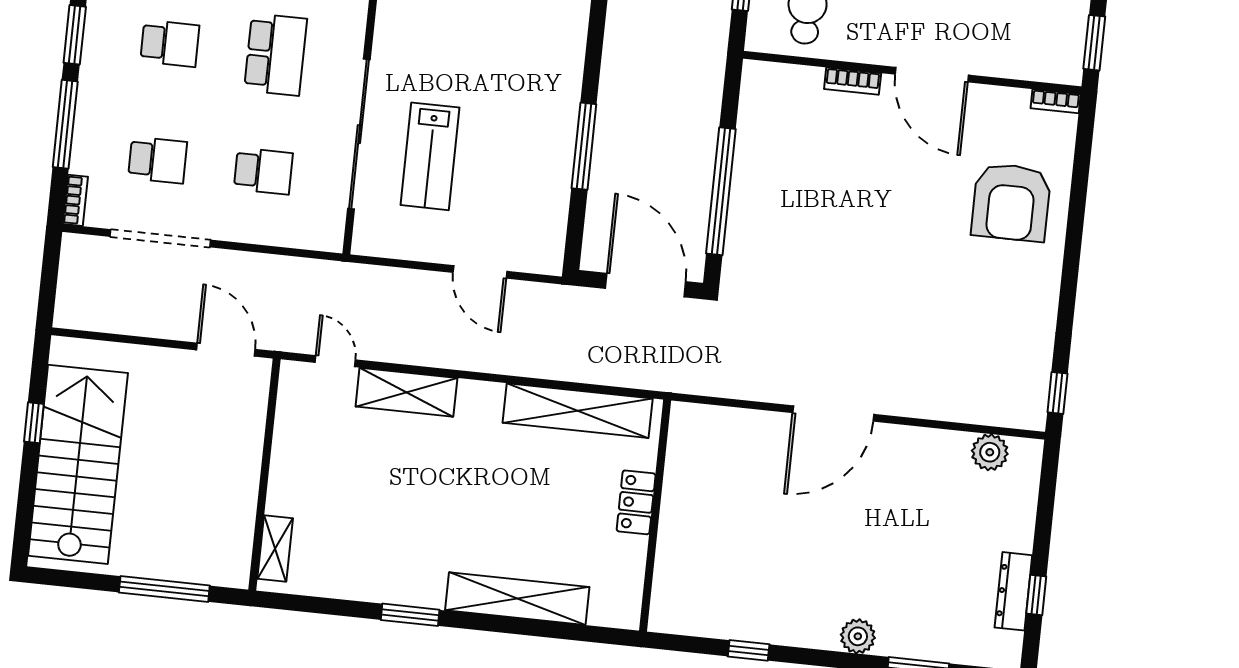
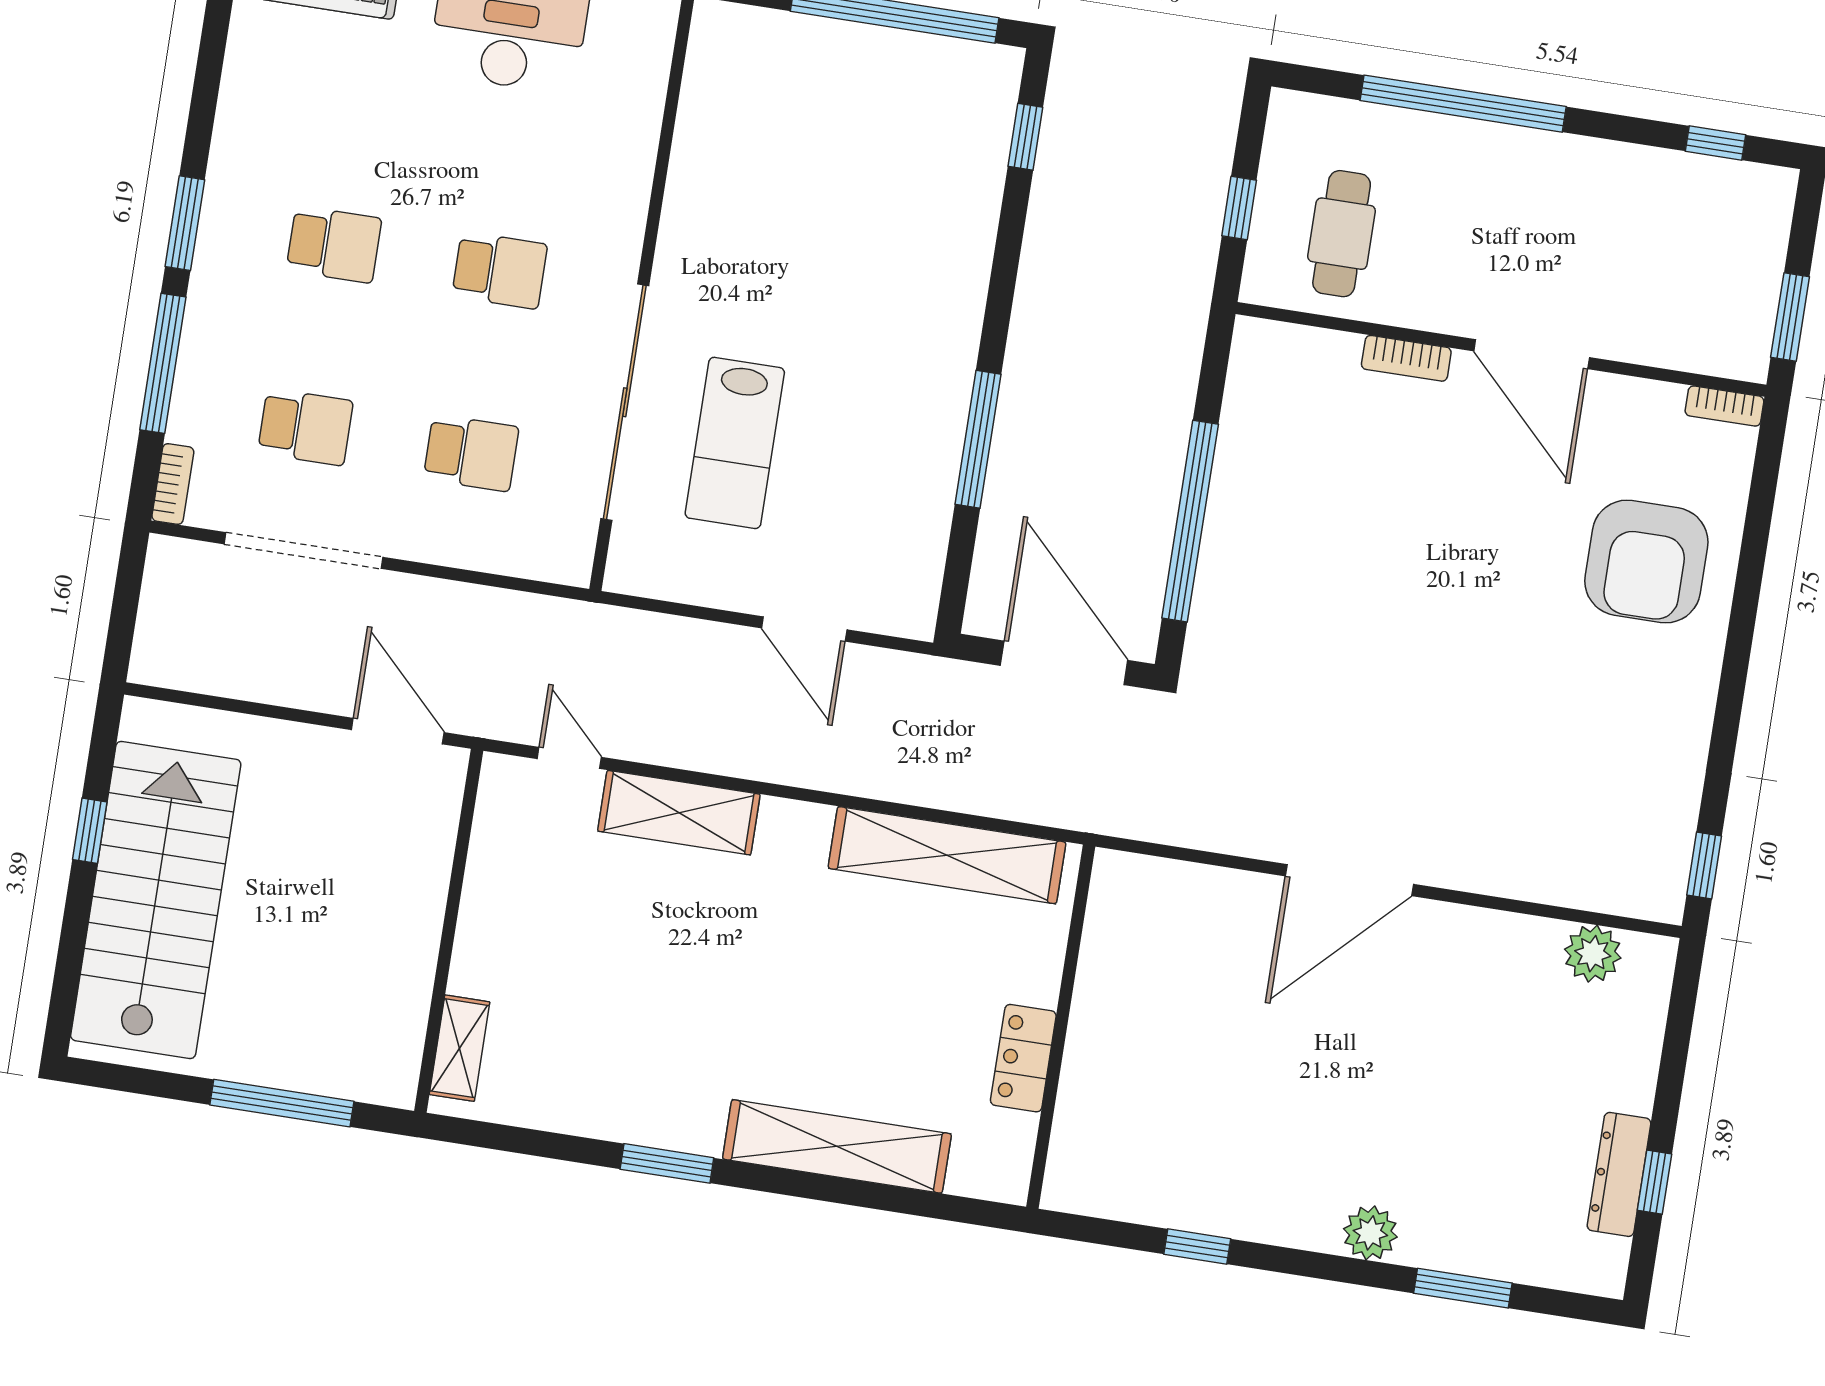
school desk: (276, 55) -> (500, 270), width x0.54
locker: (636, 502) -> (1023, 1058), moved

